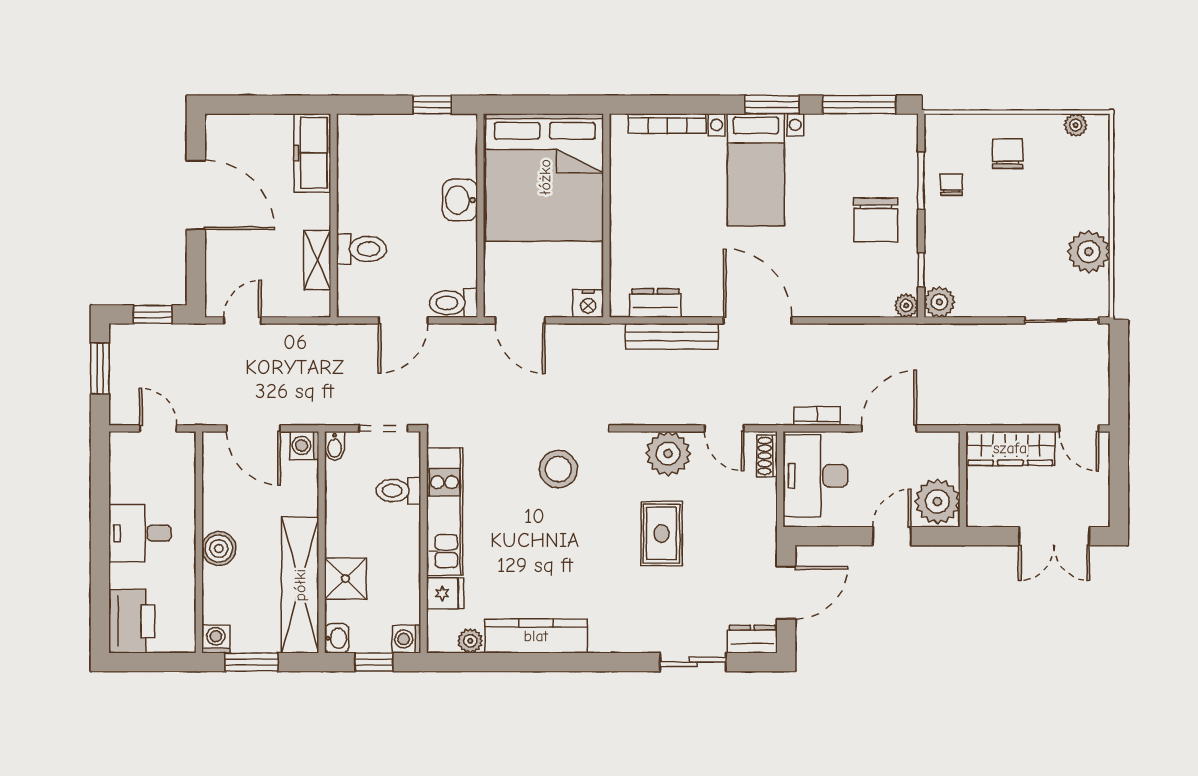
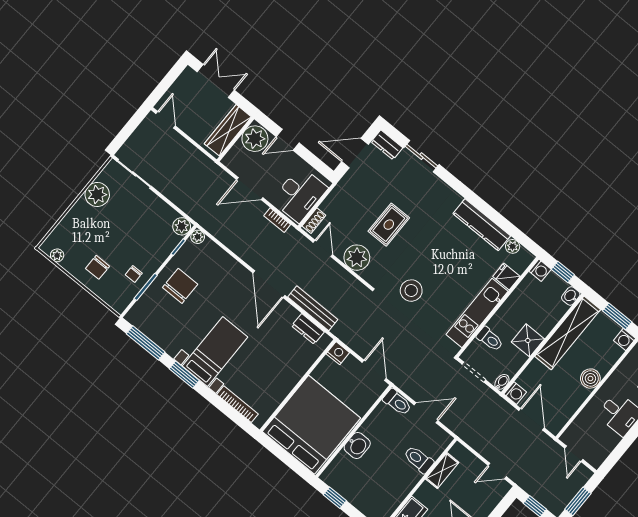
wardrobe: (1010, 448) -> (228, 130), moved, turned -90
shower: (345, 579) -> (528, 340), moved

